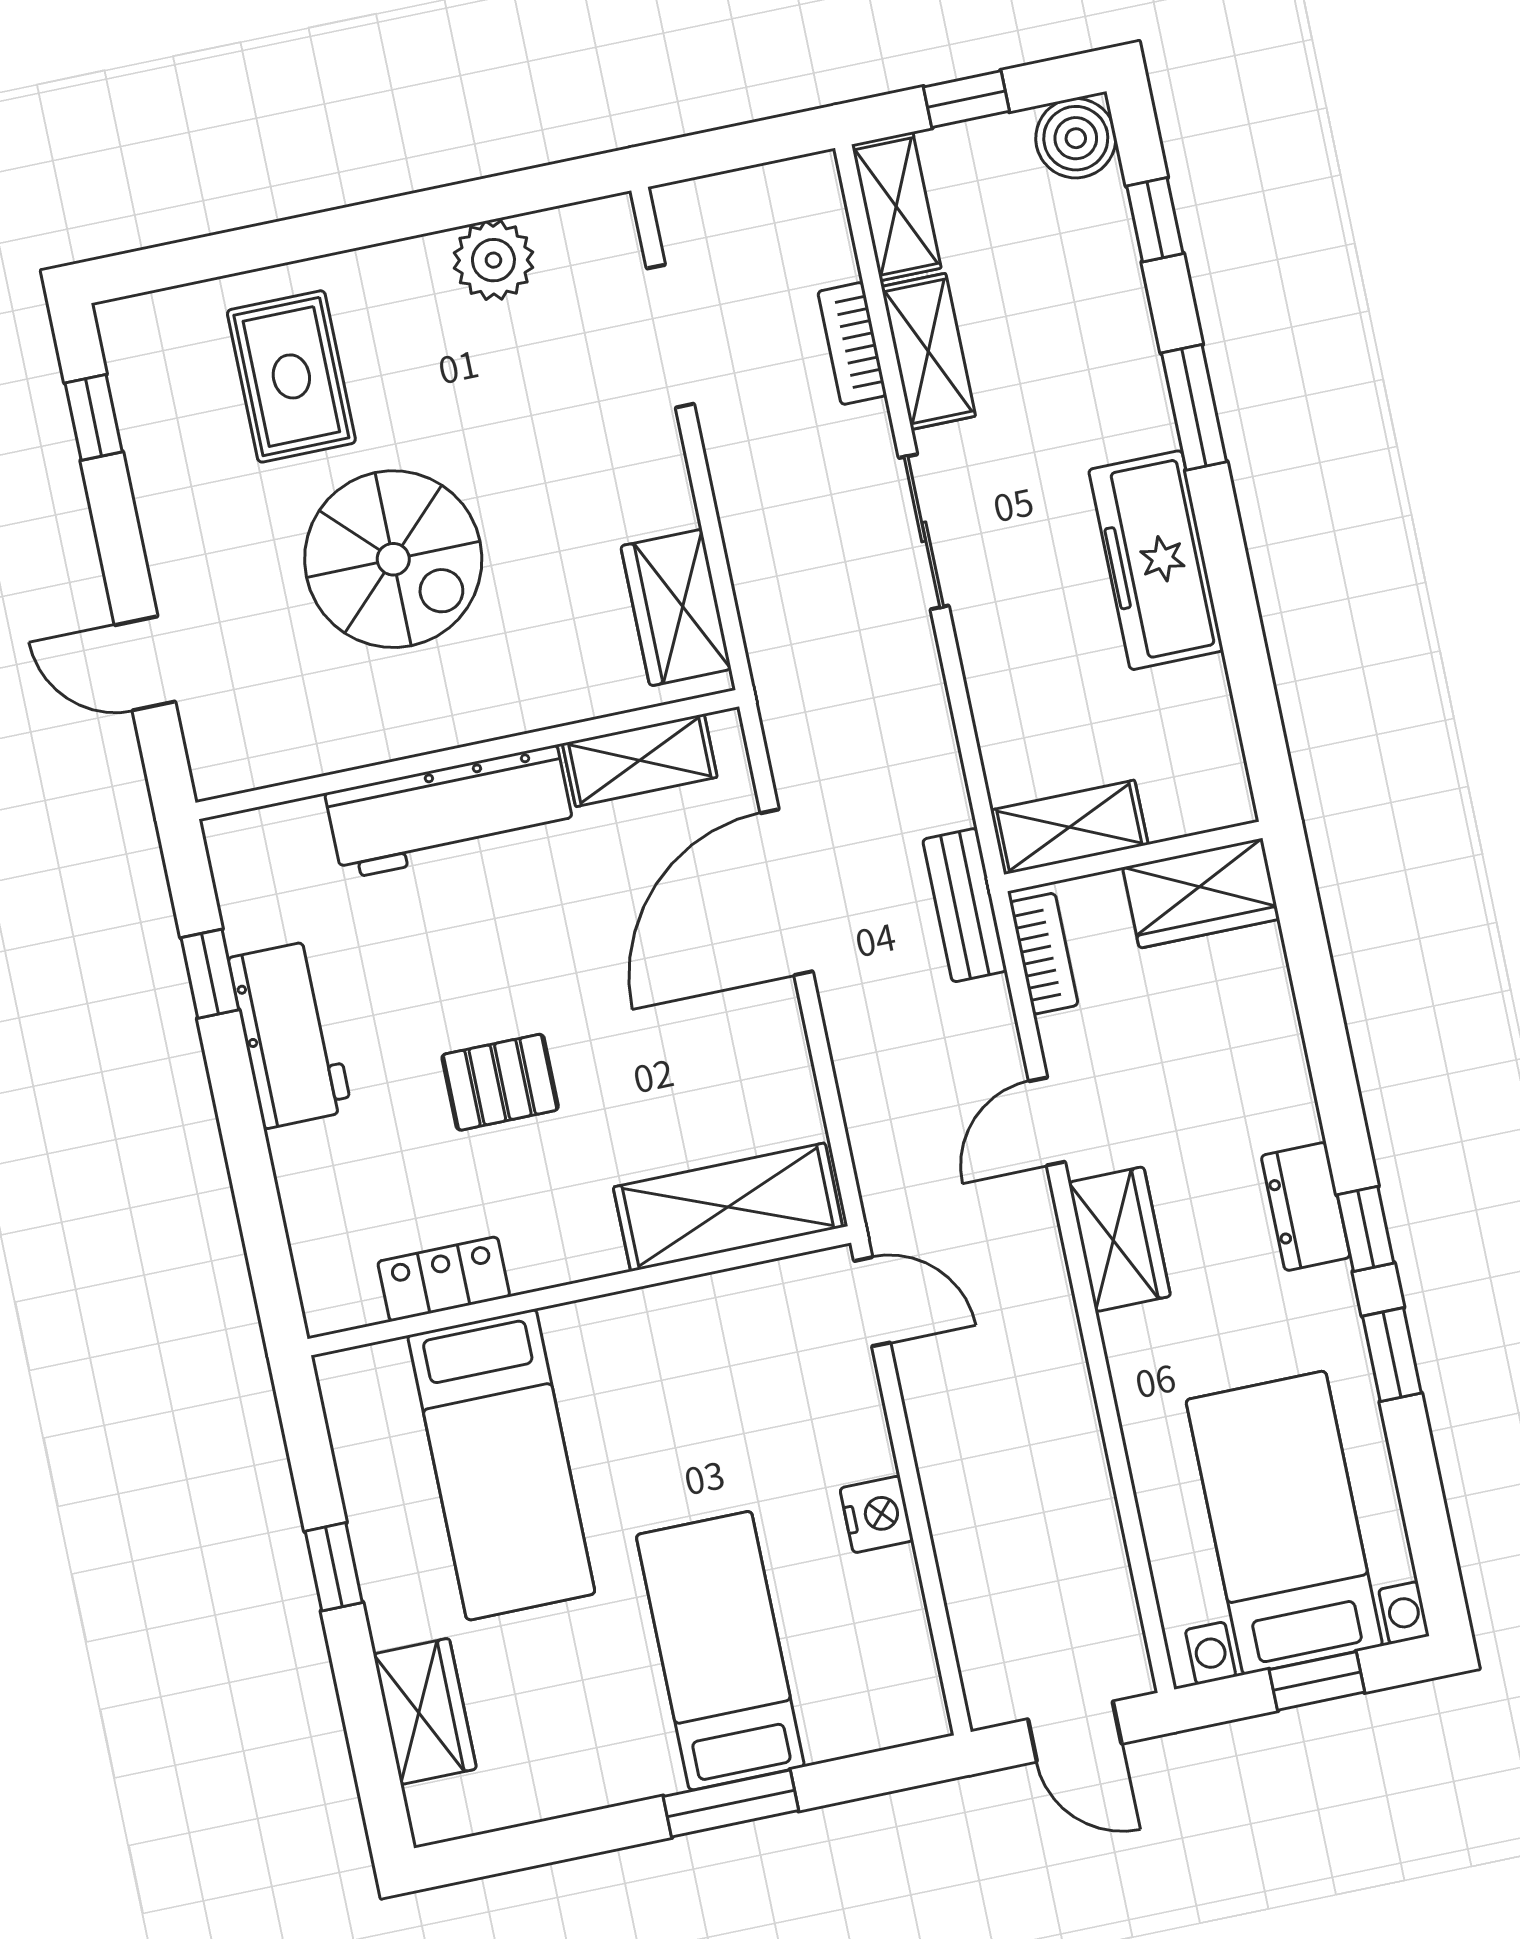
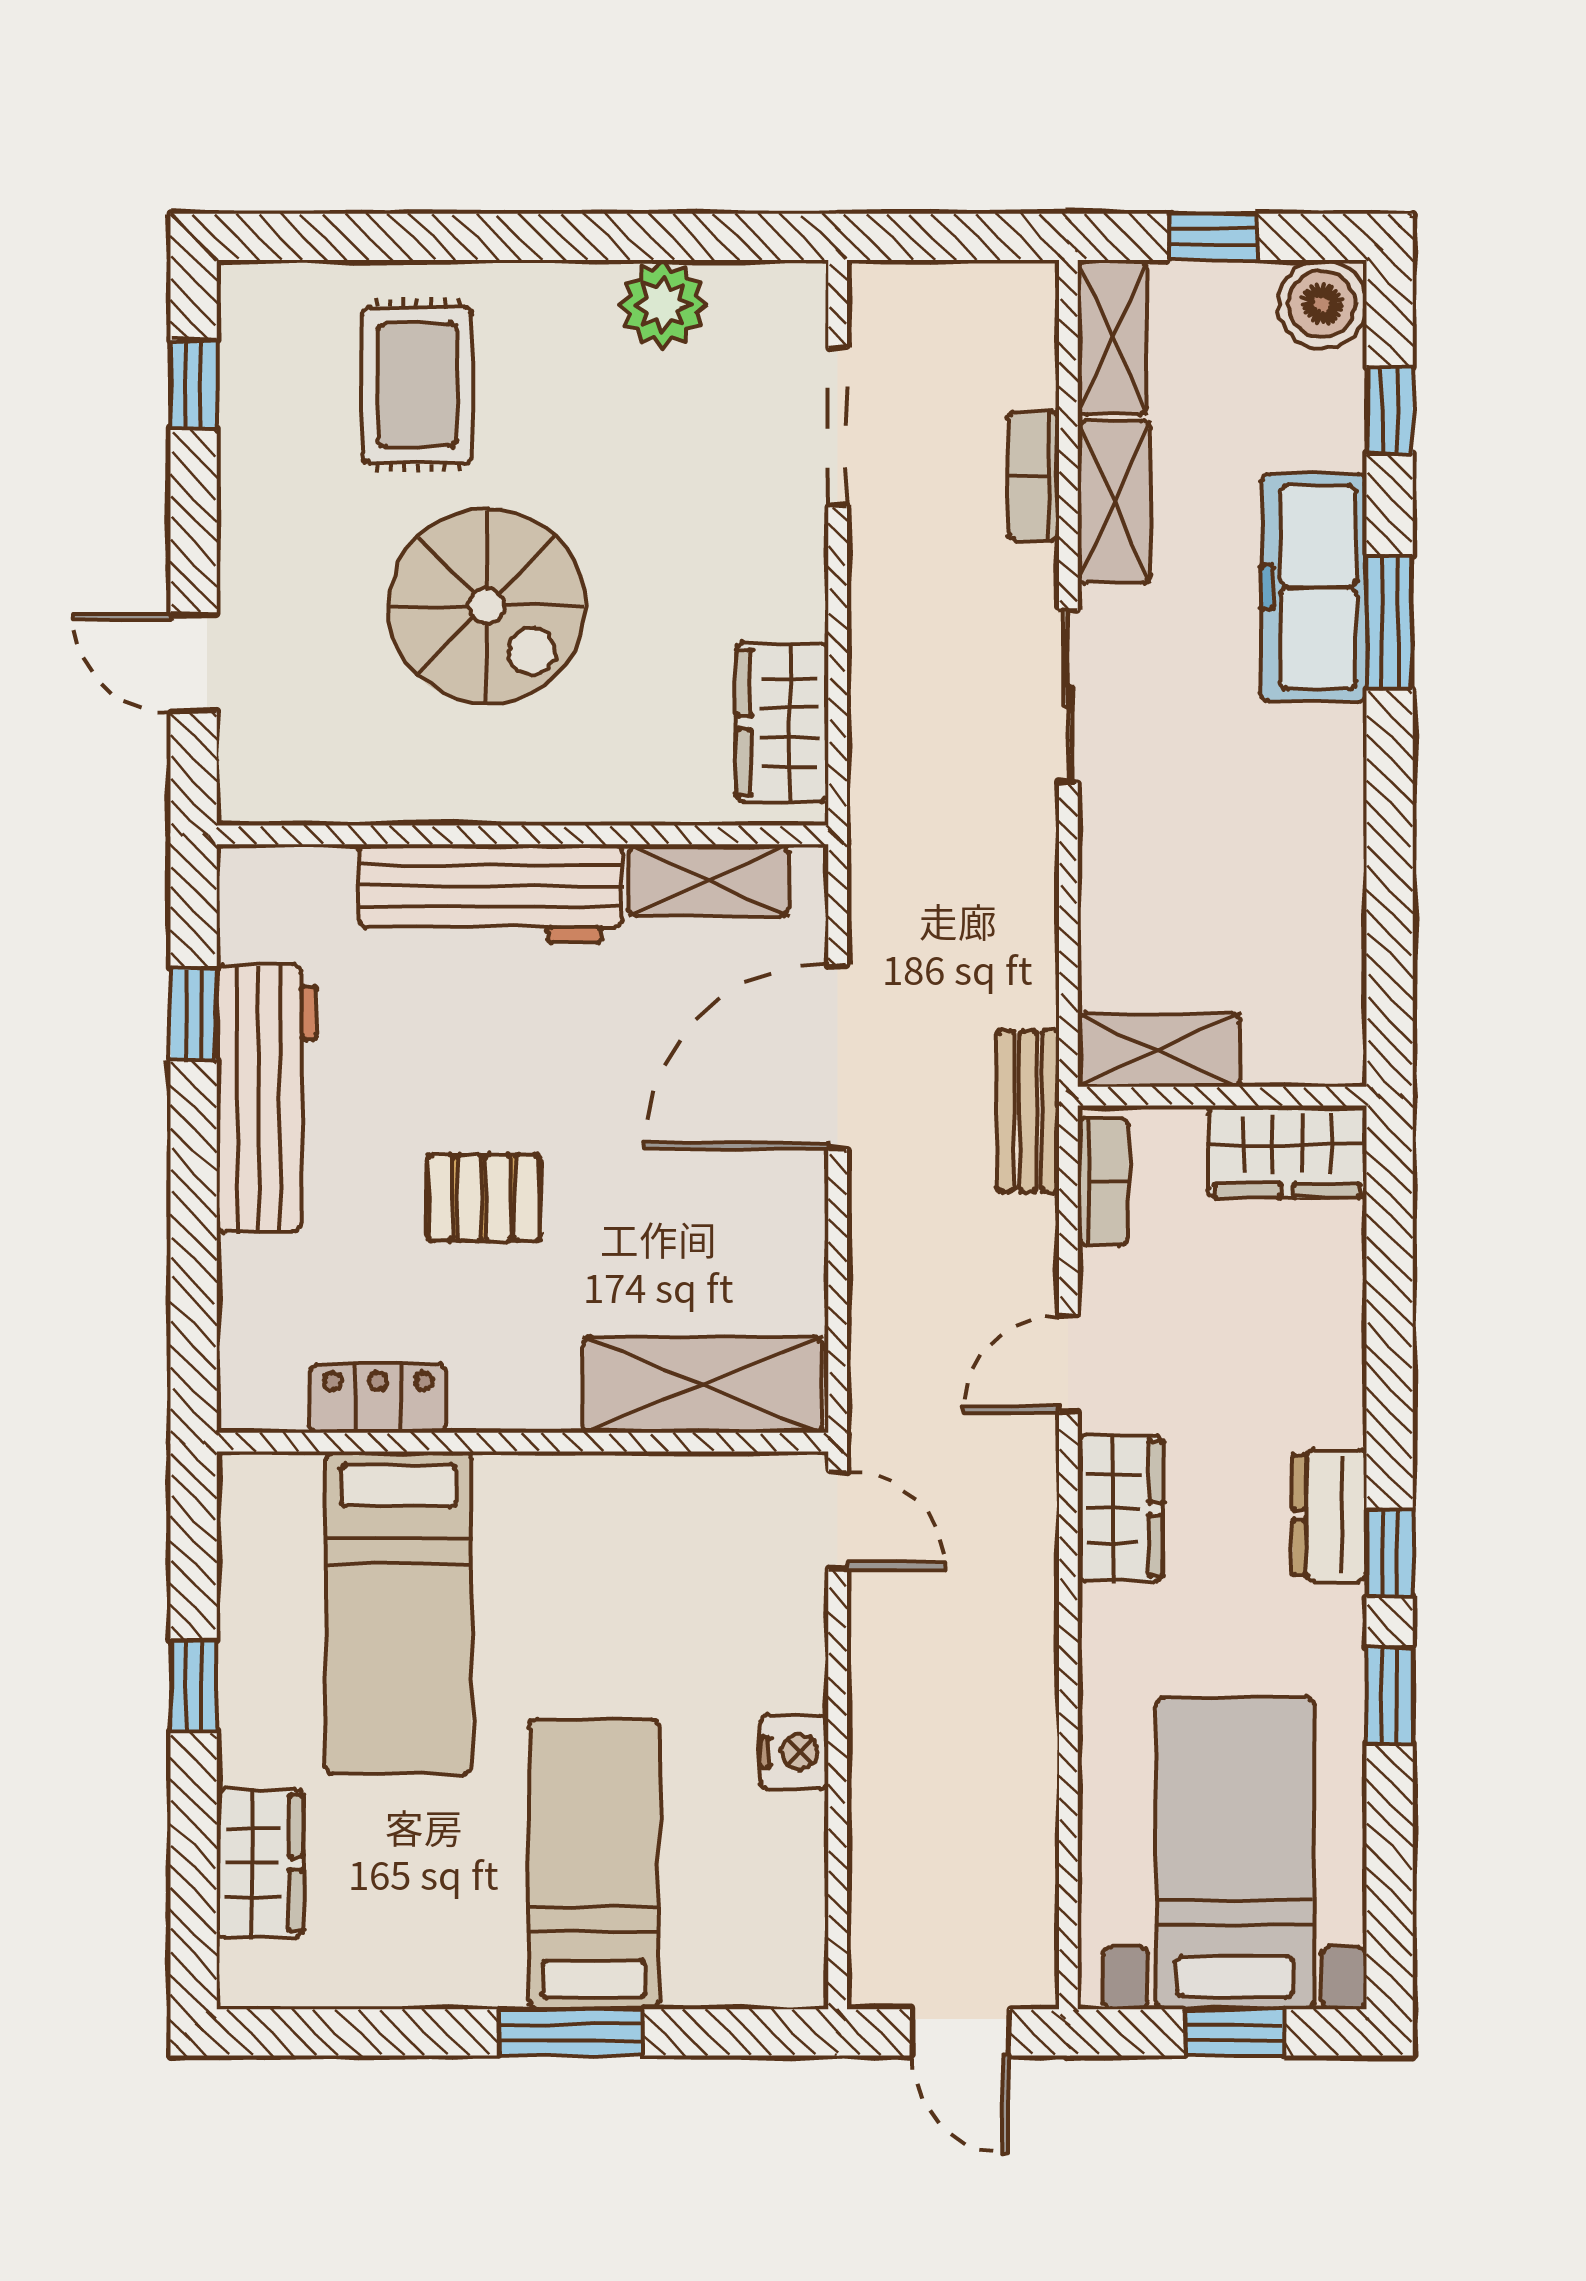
freezer: (1156, 560) -> (1314, 587), moved
workbench: (290, 1034) -> (267, 1098), width x1.38

